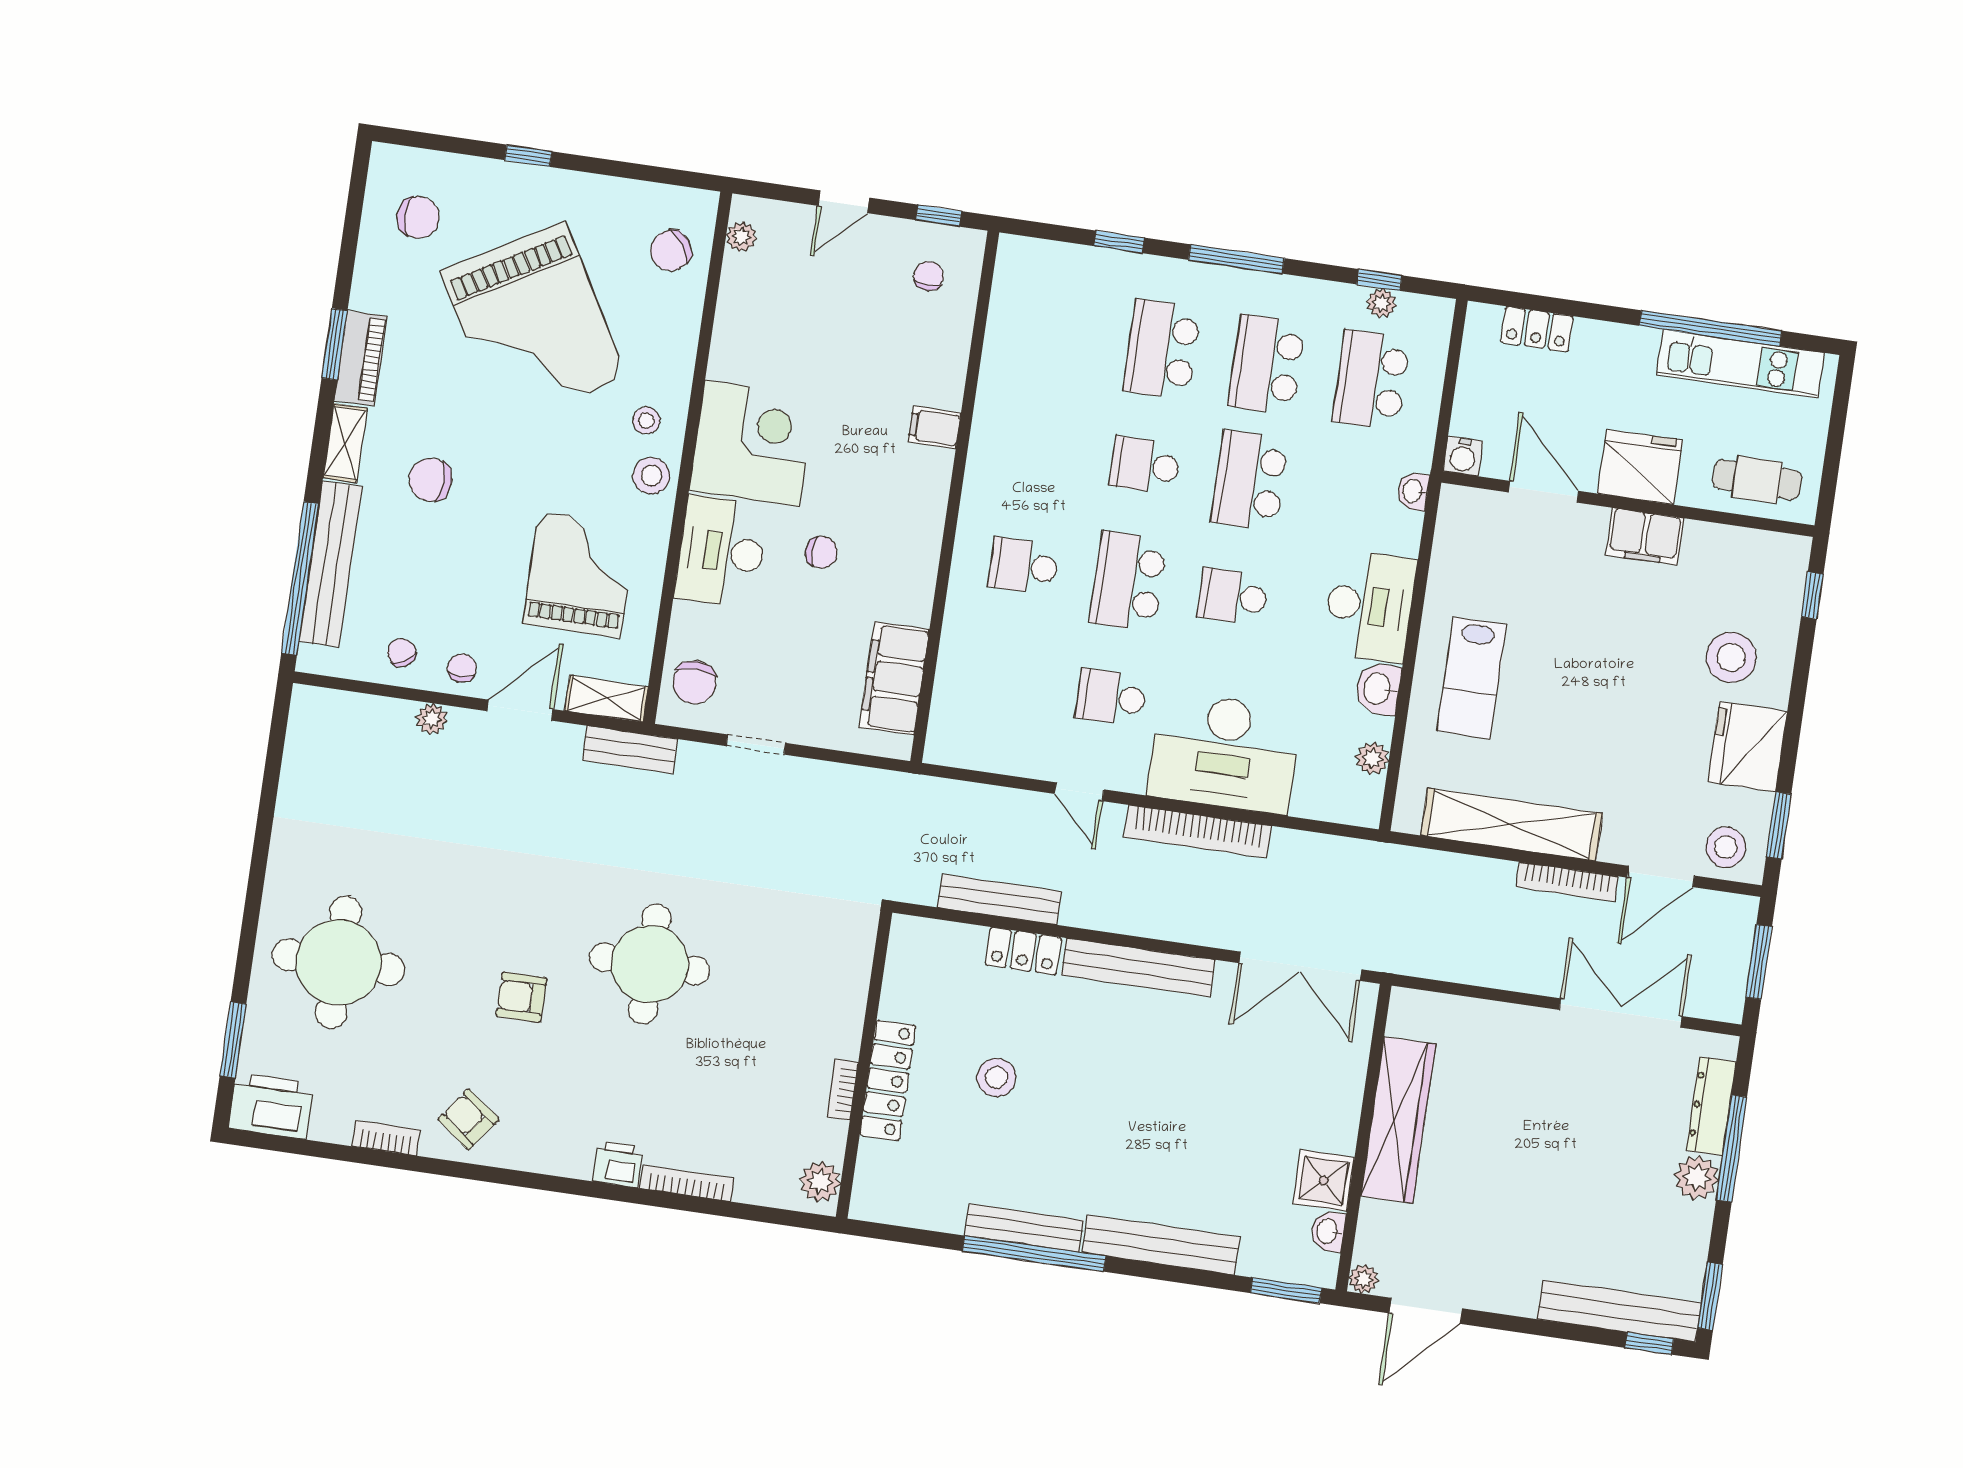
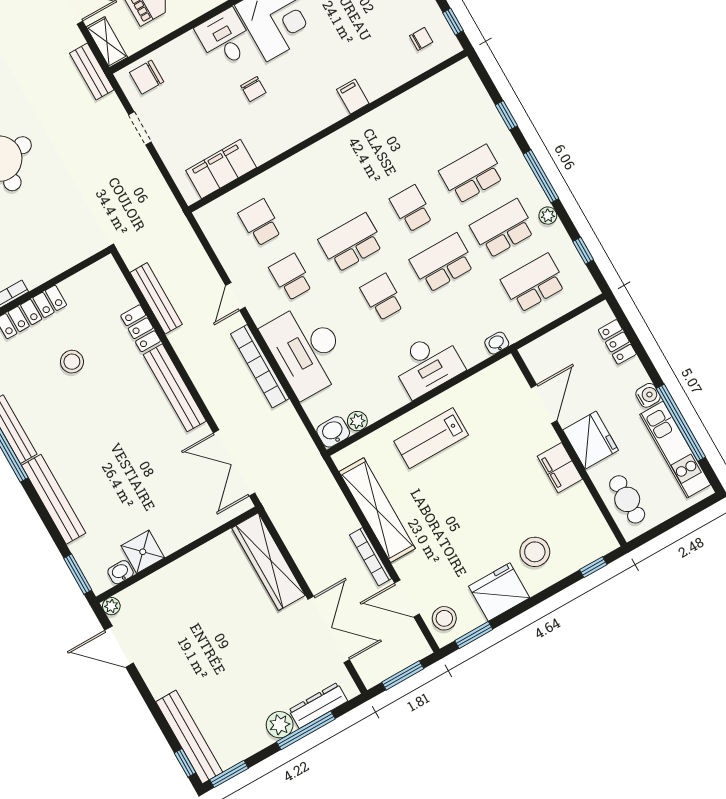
plant: (1381, 303) -> (548, 216), moved
water cooler: (1463, 456) -> (648, 395), moved, turned 180
desk: (722, 552) -> (225, 38), width x0.73
school desk: (1024, 566) -> (260, 223), moved
washbasin: (1378, 689) -> (333, 432), moved
wardrobe: (1398, 1120) -> (268, 562), moved, turned 90

